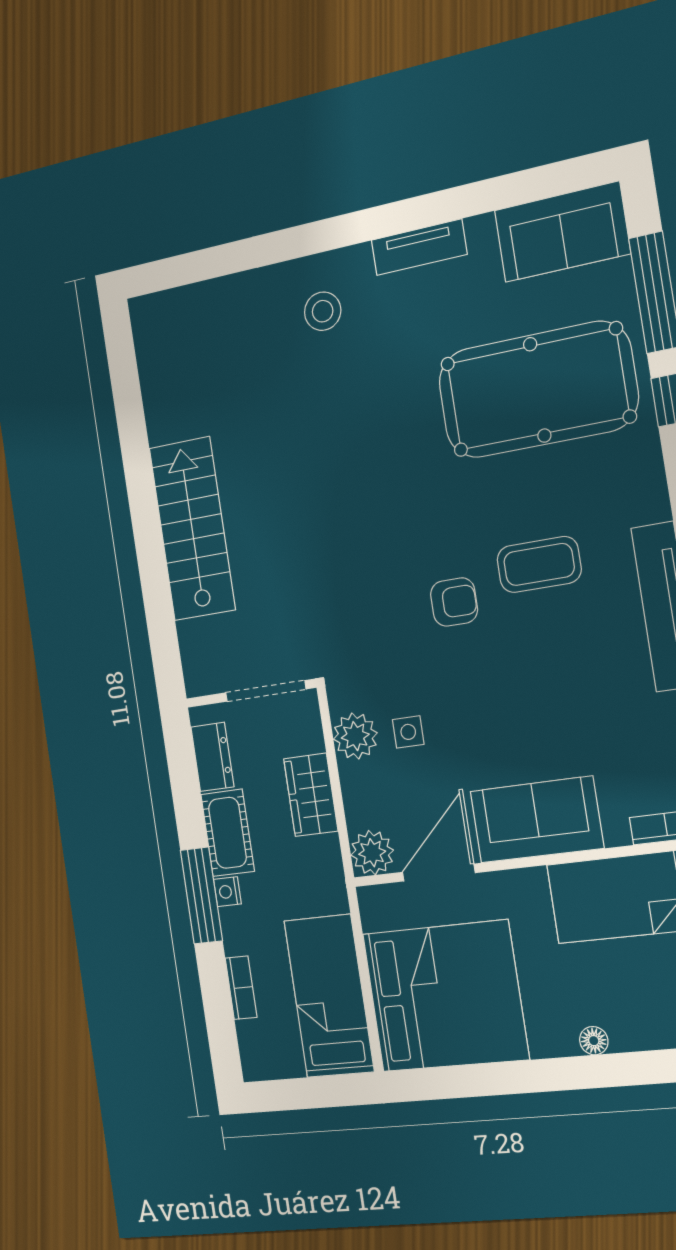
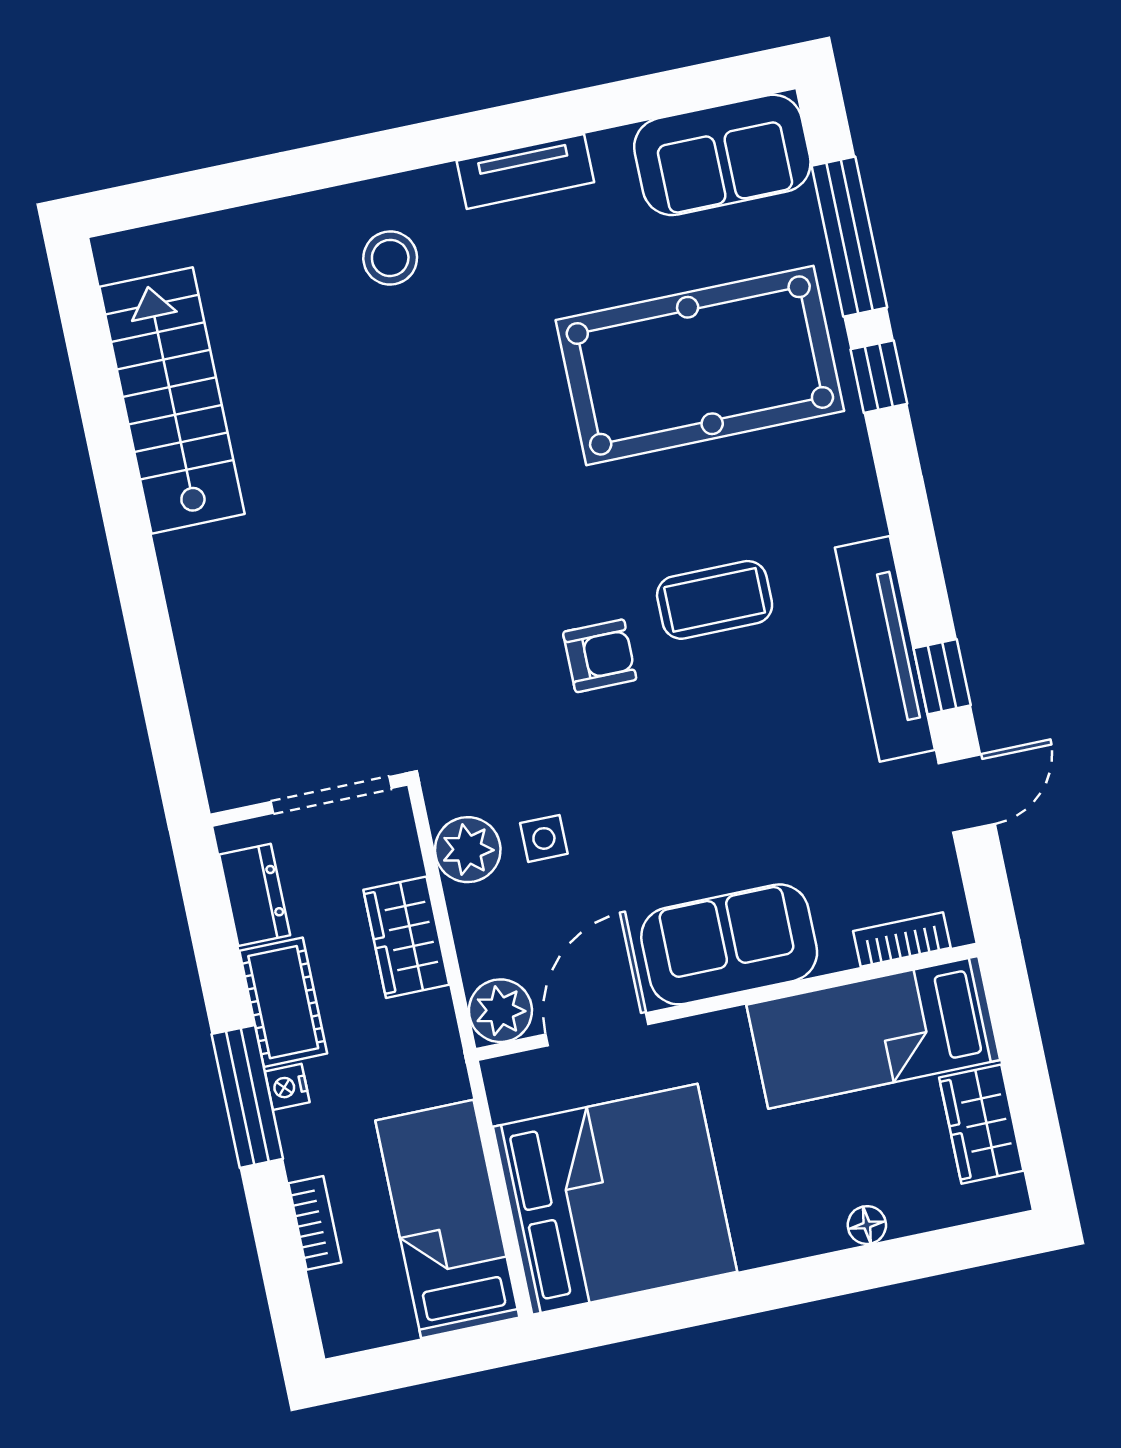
stairs: (192, 529) -> (172, 400), moved
floor lamp: (594, 1041) -> (867, 1225), moved

